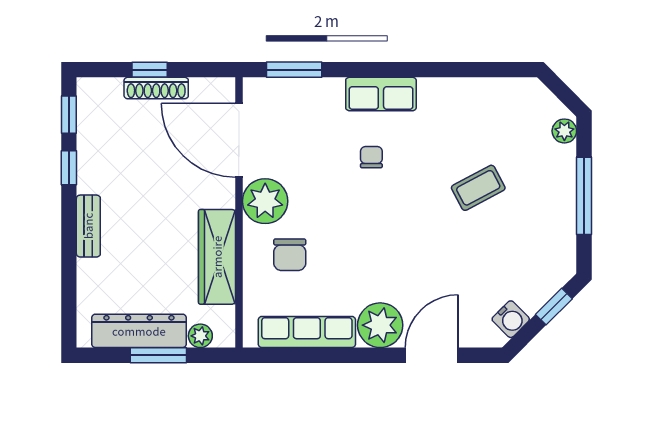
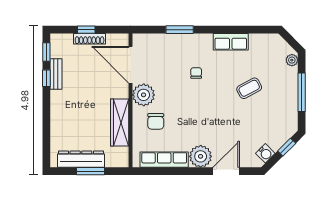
window: (294, 70) -> (180, 30), moved
row of seats: (381, 94) -> (231, 42), moved
bench: (88, 226) -> (56, 74), moved
plant: (200, 336) -> (111, 162), removed

